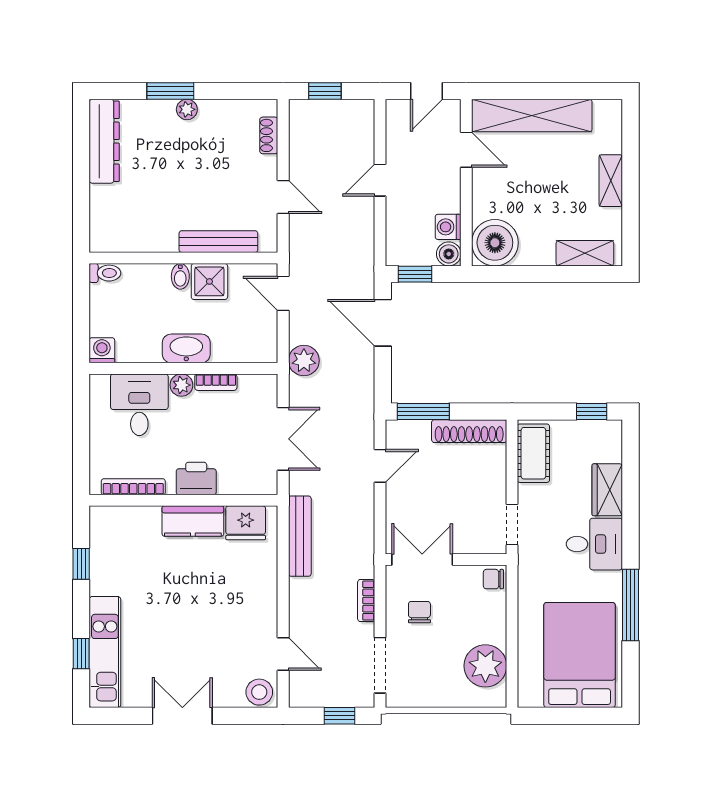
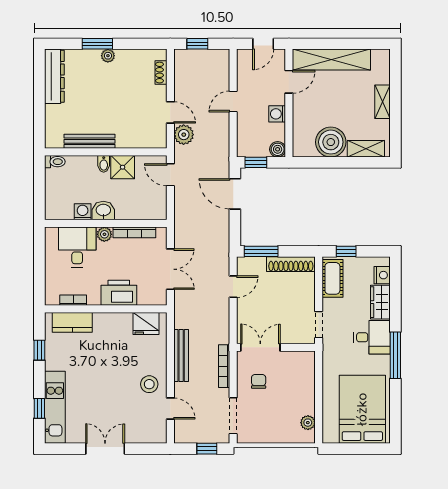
door: (466, 150) -> (289, 82), hinge flipped
washing machine: (448, 227) -> (277, 114), moved
bench: (218, 242) -> (89, 141), moved
boiler: (495, 243) -> (331, 142), moved
washbasin: (186, 348) -> (103, 211), width x0.72
washing machine: (102, 350) -> (83, 212), moved
plant: (304, 361) -> (184, 135), moved
bookcase: (216, 382) -> (134, 232), width x1.56
window: (592, 411) -> (346, 251), moved
nightstand: (610, 448) -> (382, 275), added
printer: (196, 478) -> (119, 293), width x1.37, depth x1.19
bookcase: (133, 487) -> (73, 300), width x0.64
kitchen counter: (193, 521) -> (72, 322), moved
bench: (300, 536) -> (181, 355), moved
chair: (493, 579) -> (307, 360), removed
bookcase: (366, 601) -> (224, 366), width x1.56
window: (630, 605) -> (395, 355), moved
plant: (485, 666) -> (308, 423), width x0.53, depth x0.53
stool: (259, 692) -> (149, 384), moved

